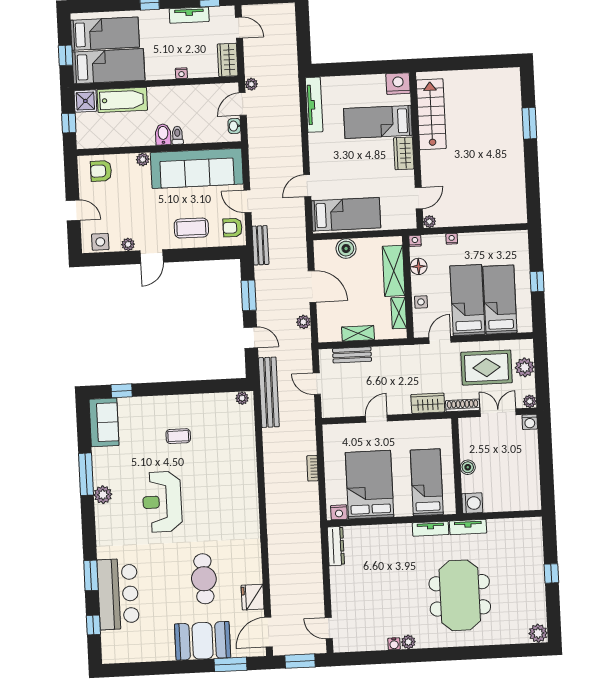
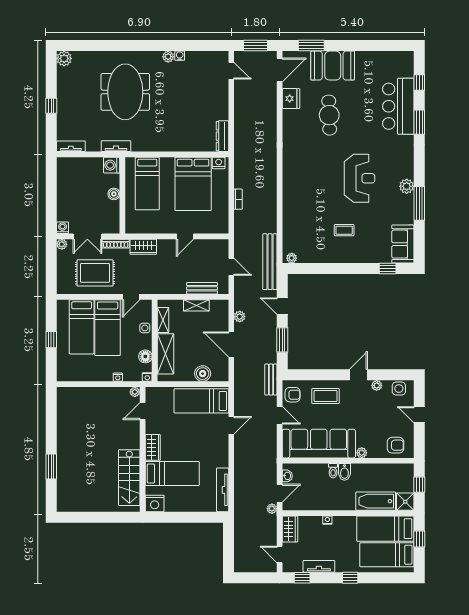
plant: (525, 367) -> (64, 272), removed
tv unit: (431, 529) -> (71, 146), moved

